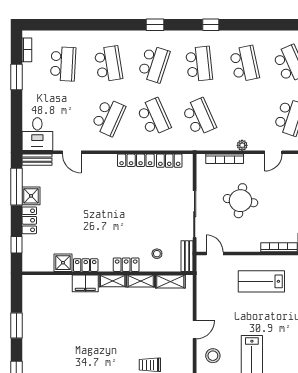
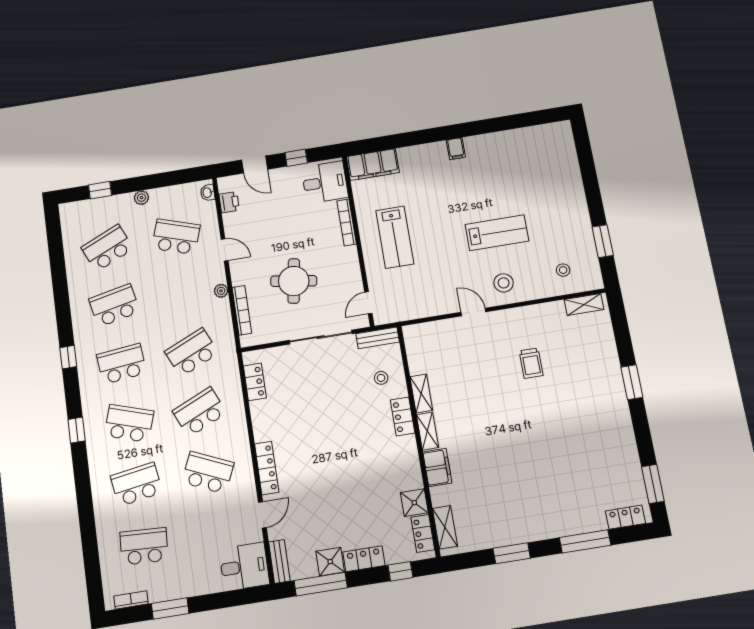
locker: (136, 160) -> (267, 468), moved
locker: (86, 265) -> (423, 533), moved
shelving: (170, 282) -> (445, 527), moved

